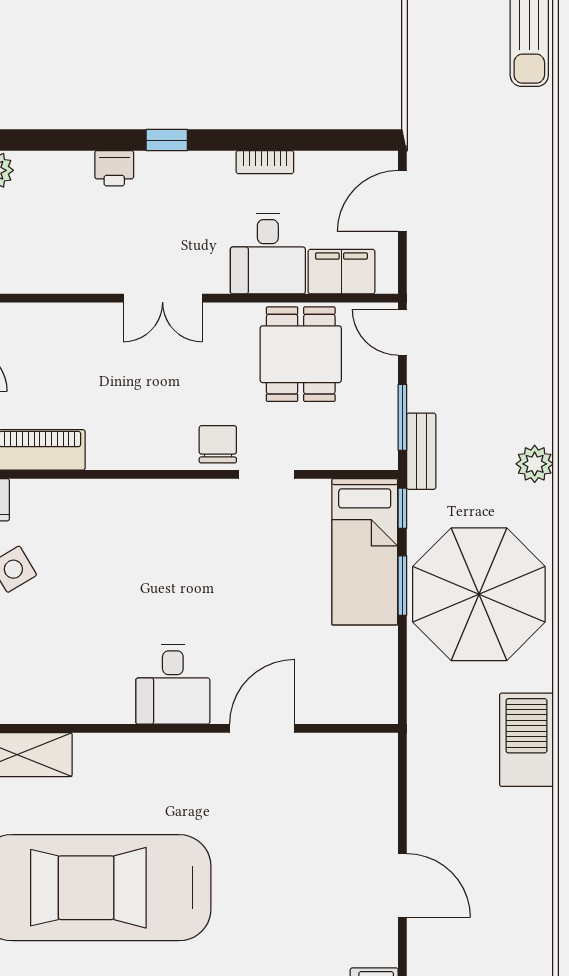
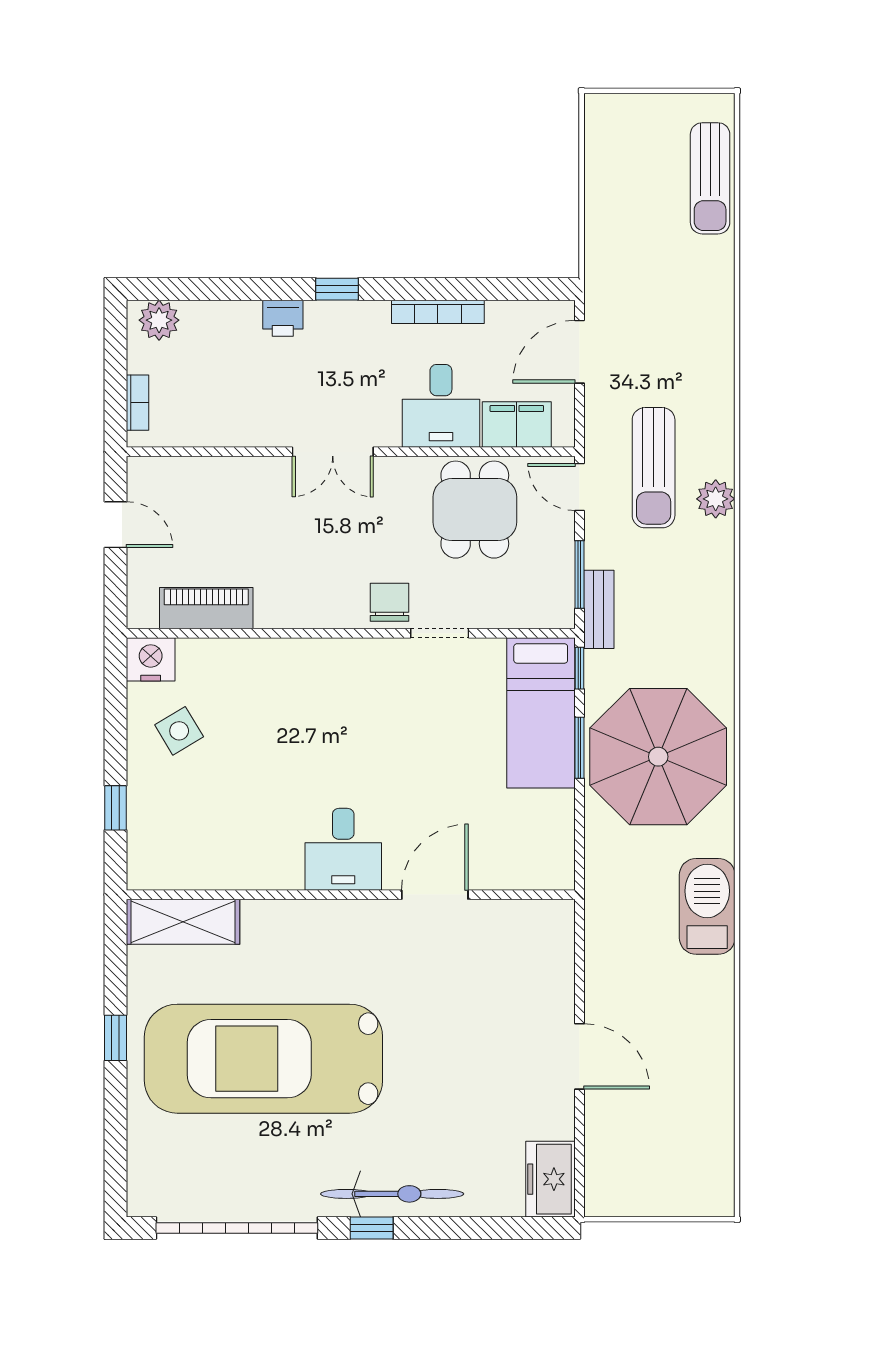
bookcase: (265, 162) -> (438, 312), width x1.56
sun lounger: (474, 313) -> (654, 468), added
plant: (535, 464) -> (716, 499), moved

